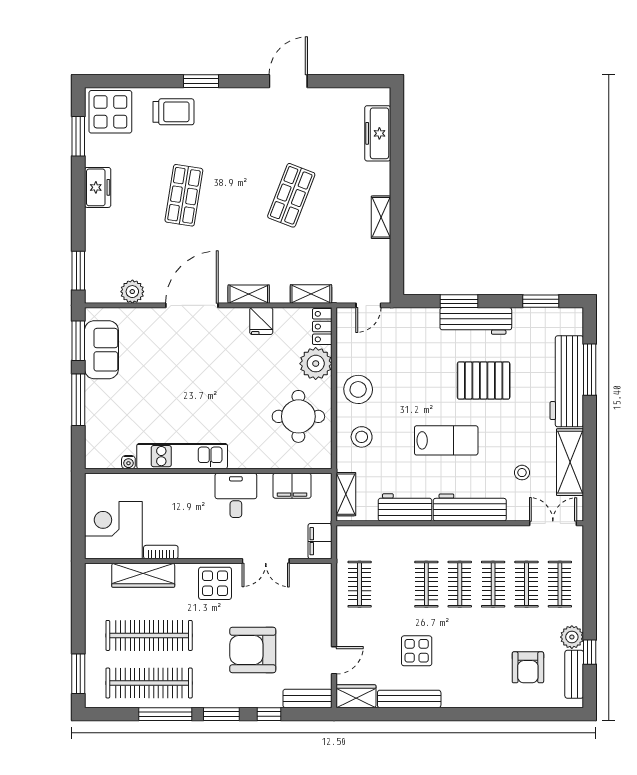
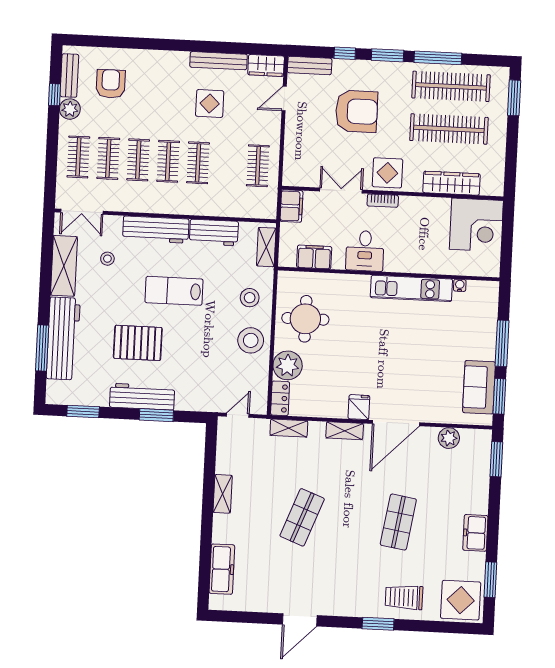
fridge: (261, 321) -> (359, 407), moved
bookcase: (161, 552) -> (383, 201), moved

